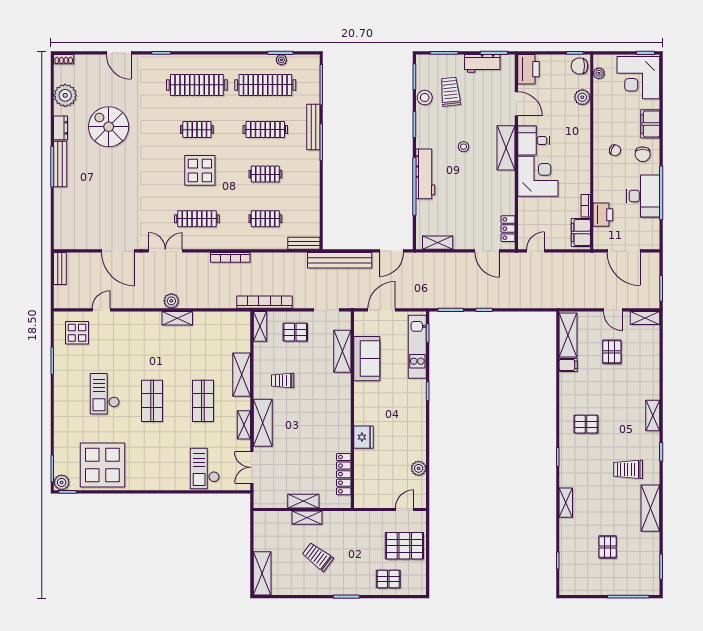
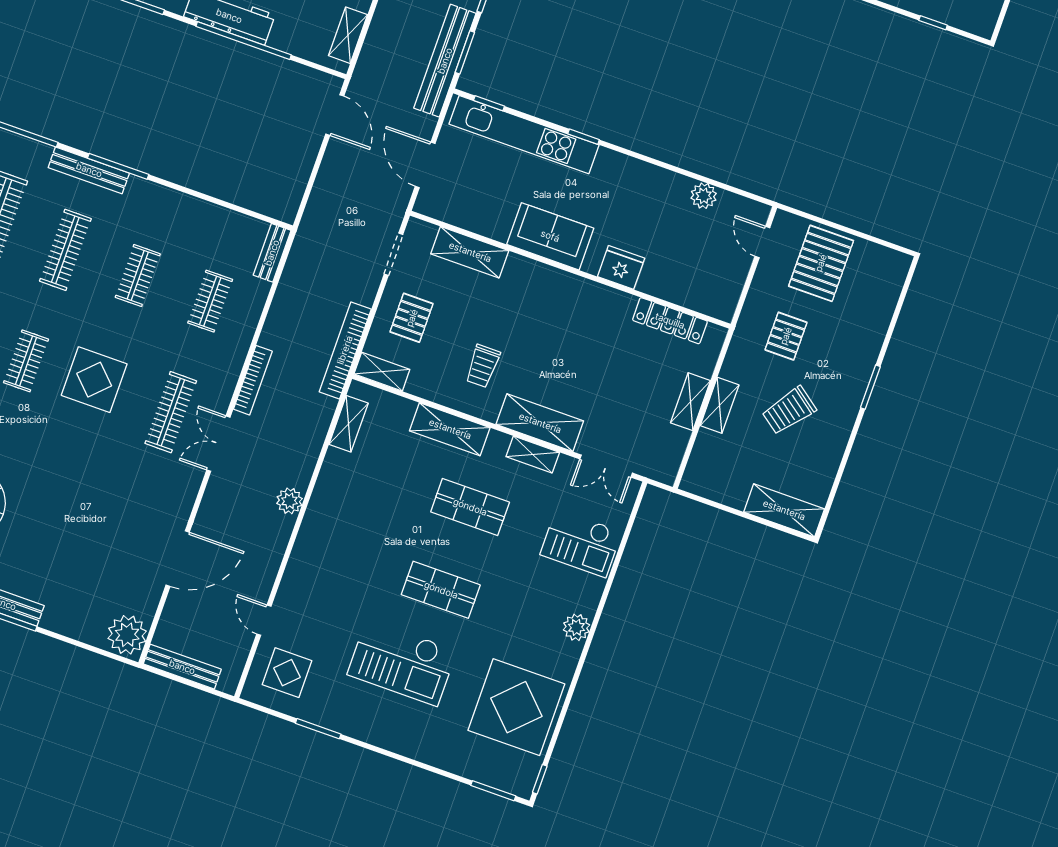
plant: (67, 238) -> (127, 635), added
double door: (165, 251) -> (218, 444), moved
bench: (340, 260) -> (445, 61), moved
bench: (60, 268) -> (182, 667), width x1.36
shelving: (177, 318) -> (349, 424), moved
kitchen unit: (417, 347) -> (524, 135), width x1.36
sofa: (367, 359) -> (550, 236), moved
checkout: (105, 394) -> (402, 662), width x1.36, depth x1.21
plant: (62, 482) -> (576, 627), moved
pallet: (388, 579) -> (786, 336), moved

